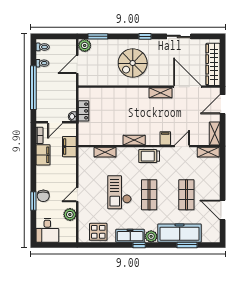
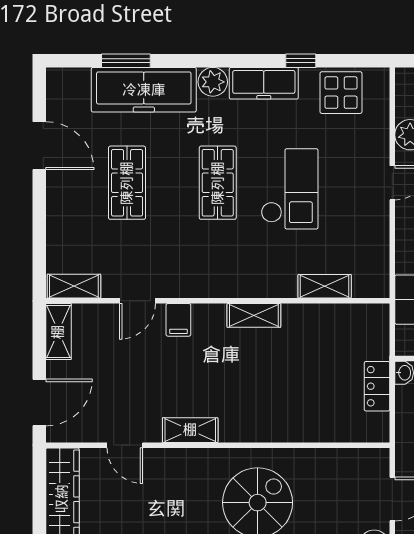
door: (187, 87) -> (125, 445), width x0.53
trolley: (149, 156) -> (217, 277), removed
window: (139, 245) -> (301, 61), moved

